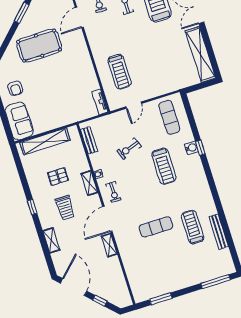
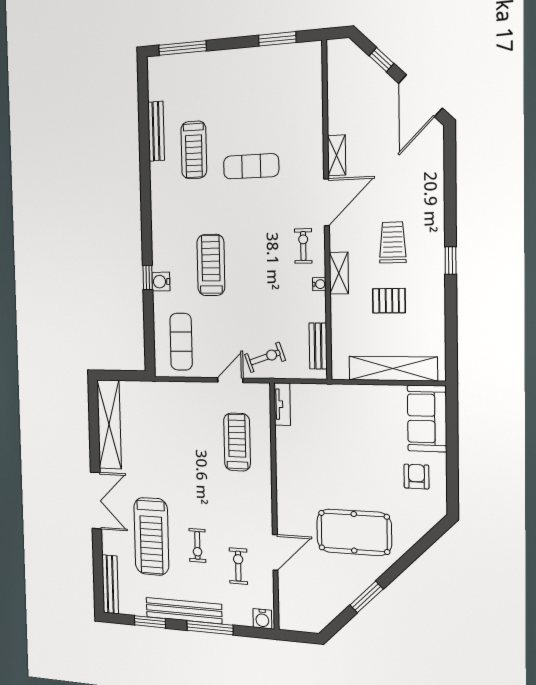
exercise bike: (129, 149) -> (265, 357), moved
shelving: (51, 240) -> (435, 191), removed

